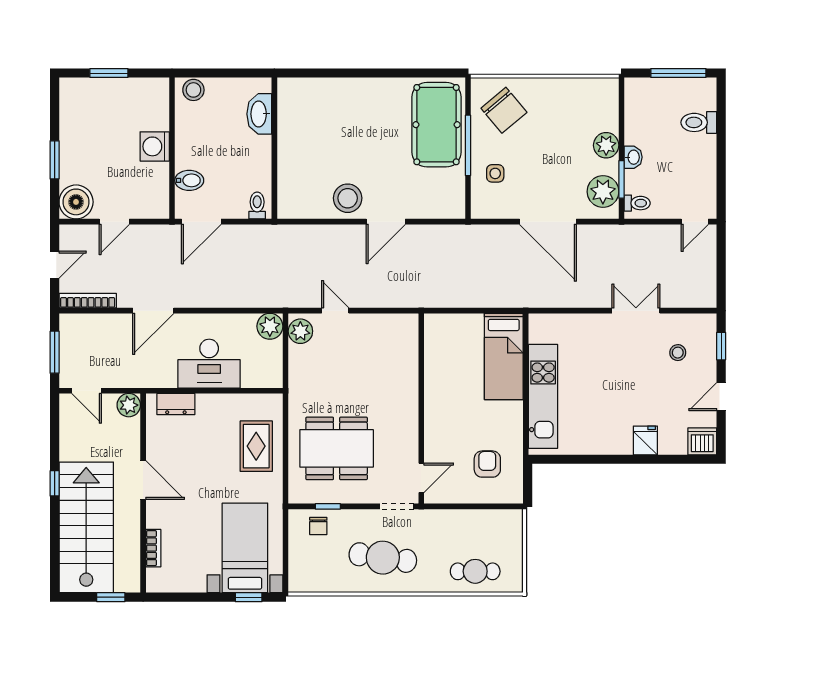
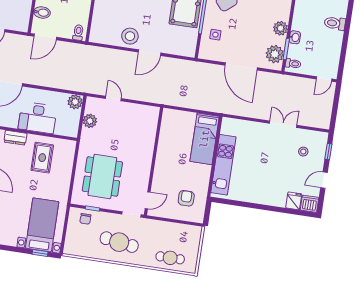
plant: (300, 331) -> (90, 121), moved
fridge: (645, 440) -> (294, 201), moved
rug: (256, 446) -> (42, 158), moved
dining table: (337, 448) -> (102, 176), turned 90

